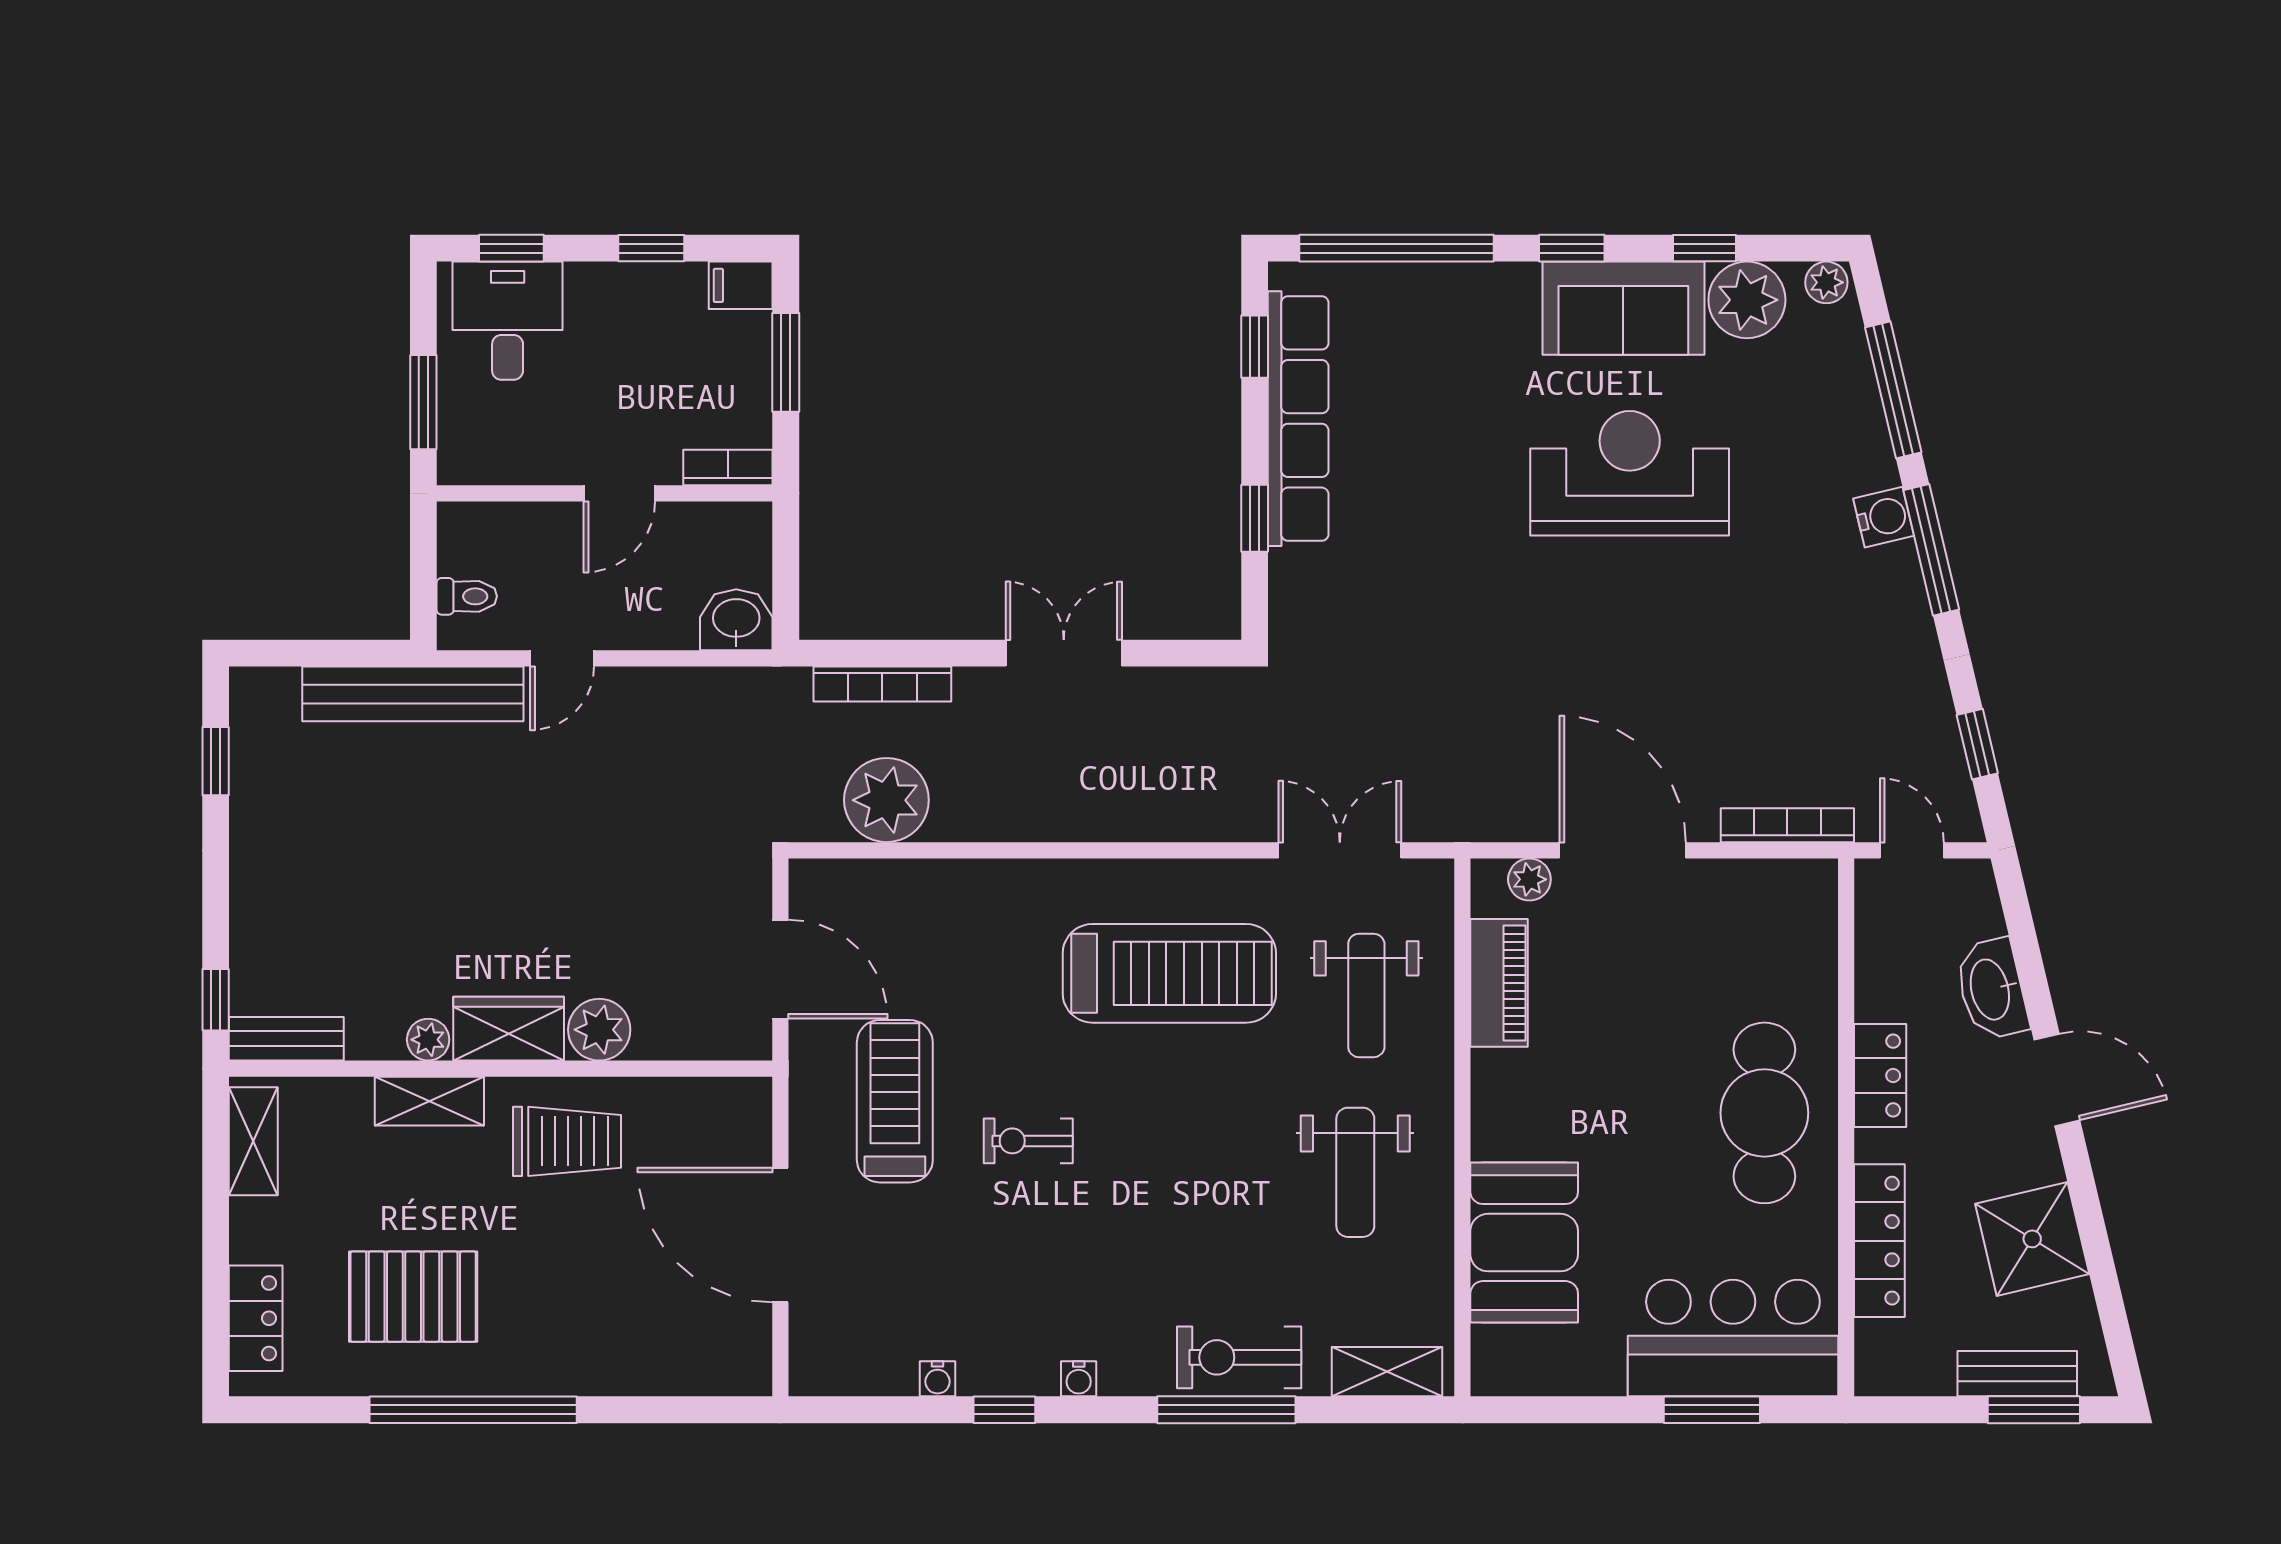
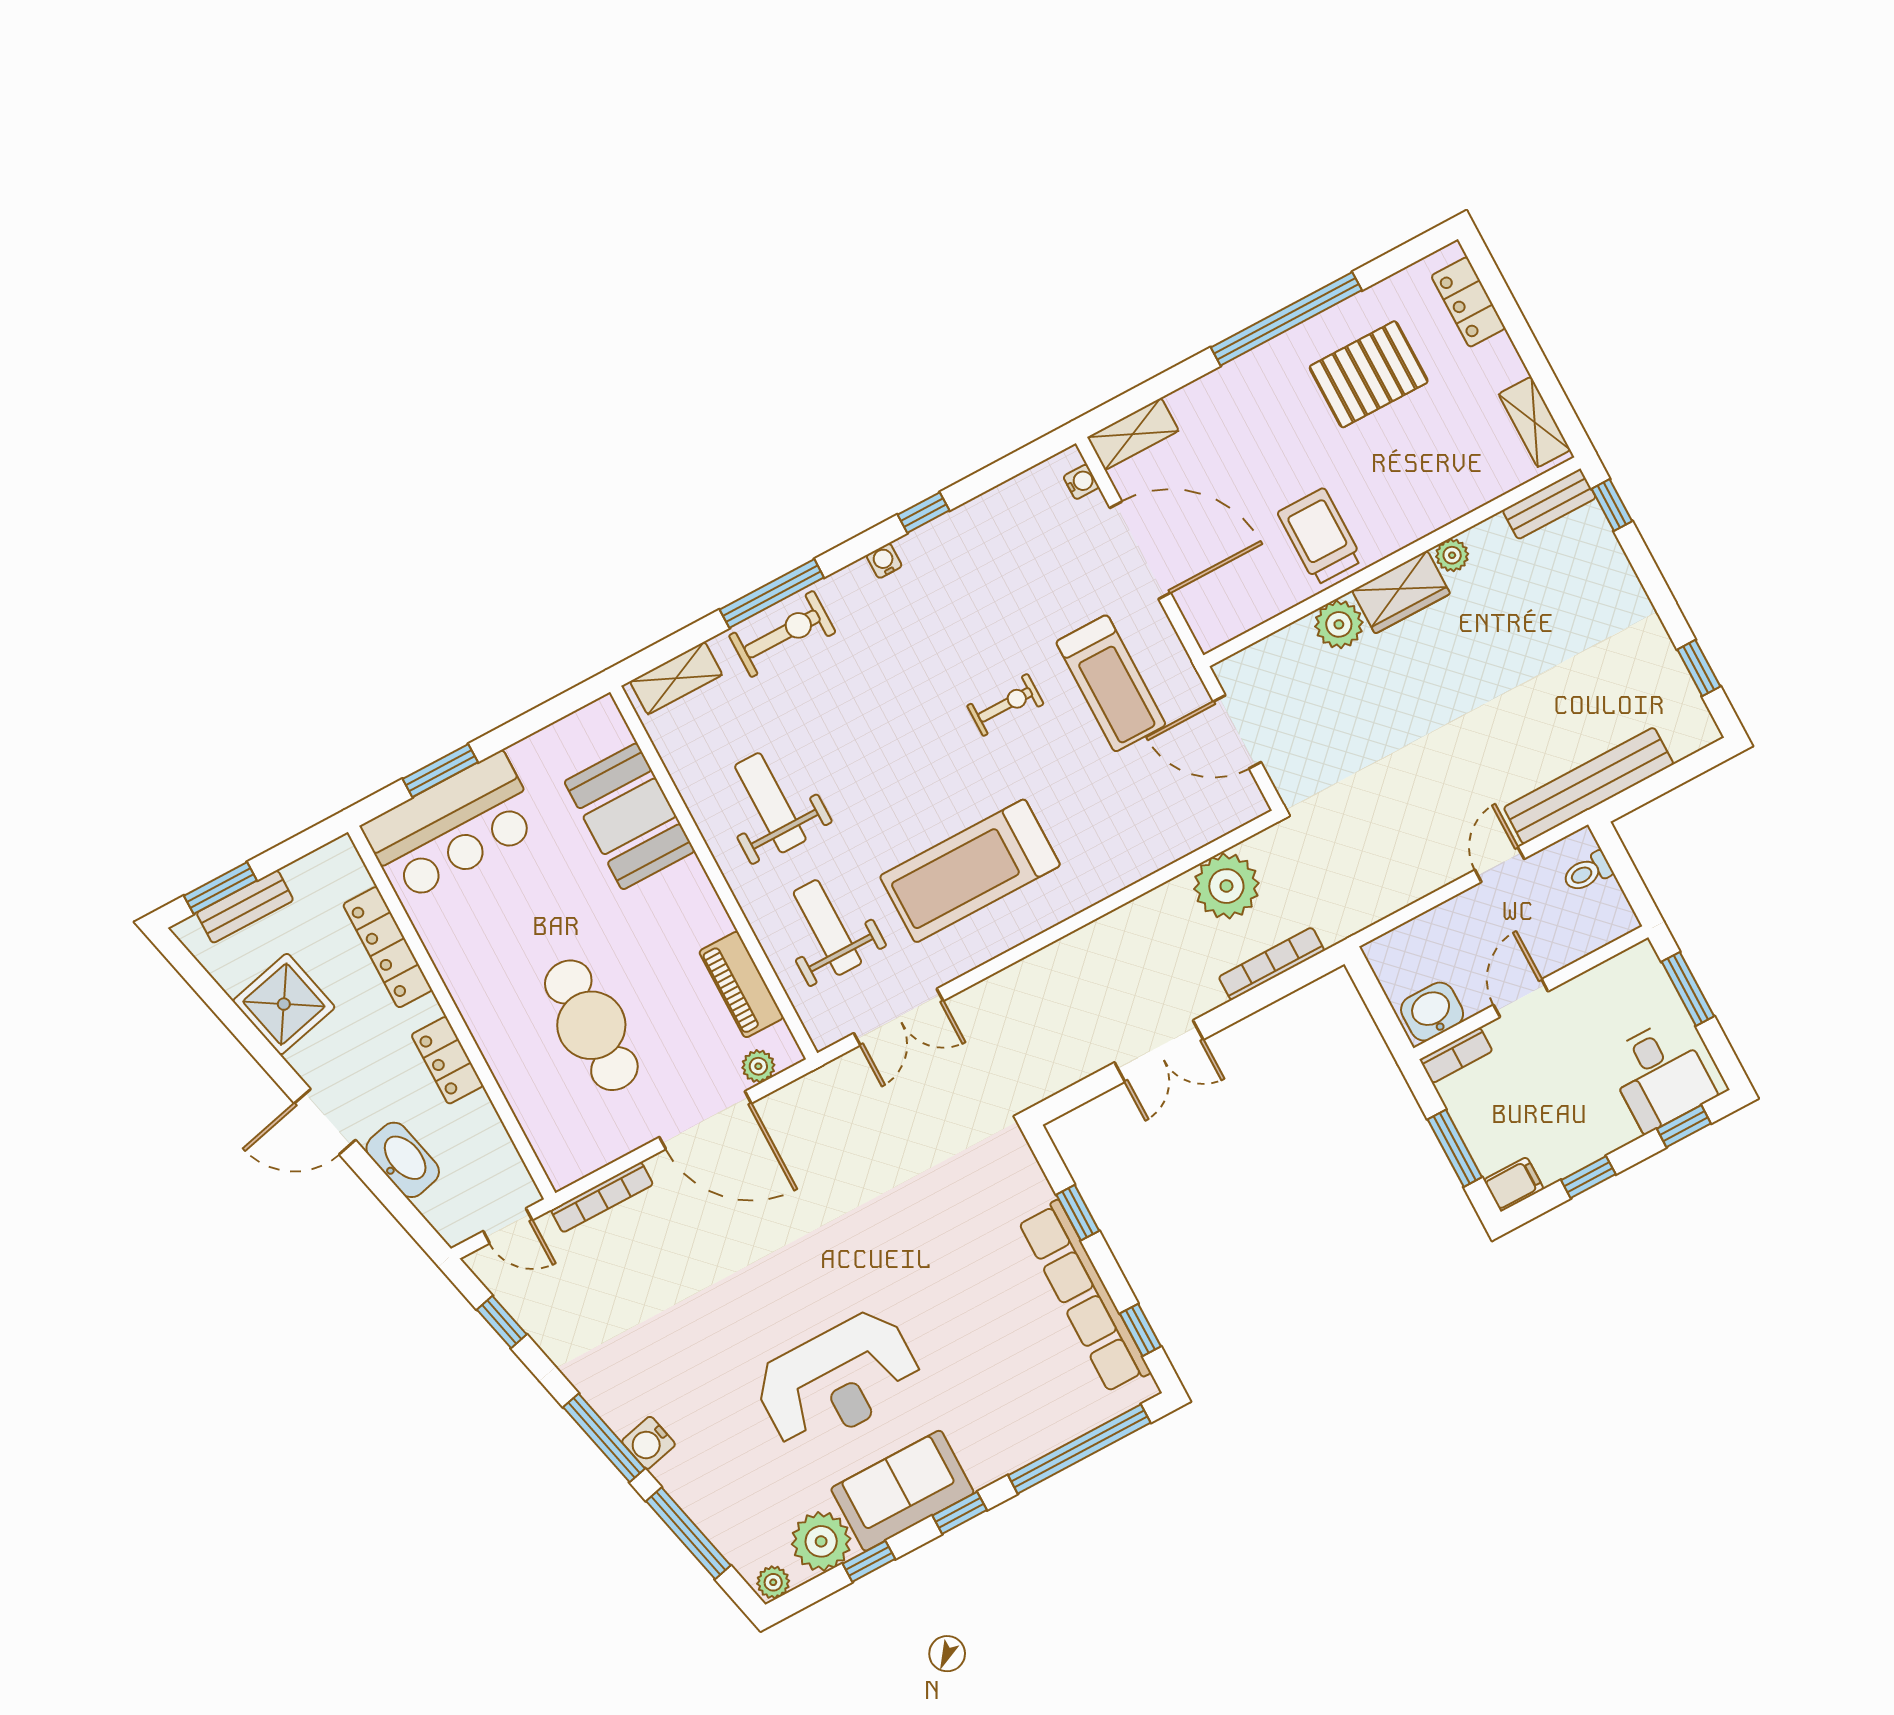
washbasin: (736, 620) -> (1432, 1012), moved, turned 180
shelving: (429, 1101) -> (1133, 434), moved
cafe table: (1764, 1113) -> (591, 1025), moved
trolley: (567, 1141) -> (1320, 536), turned 90
water cooler: (938, 1379) -> (1081, 482), moved, turned 90

